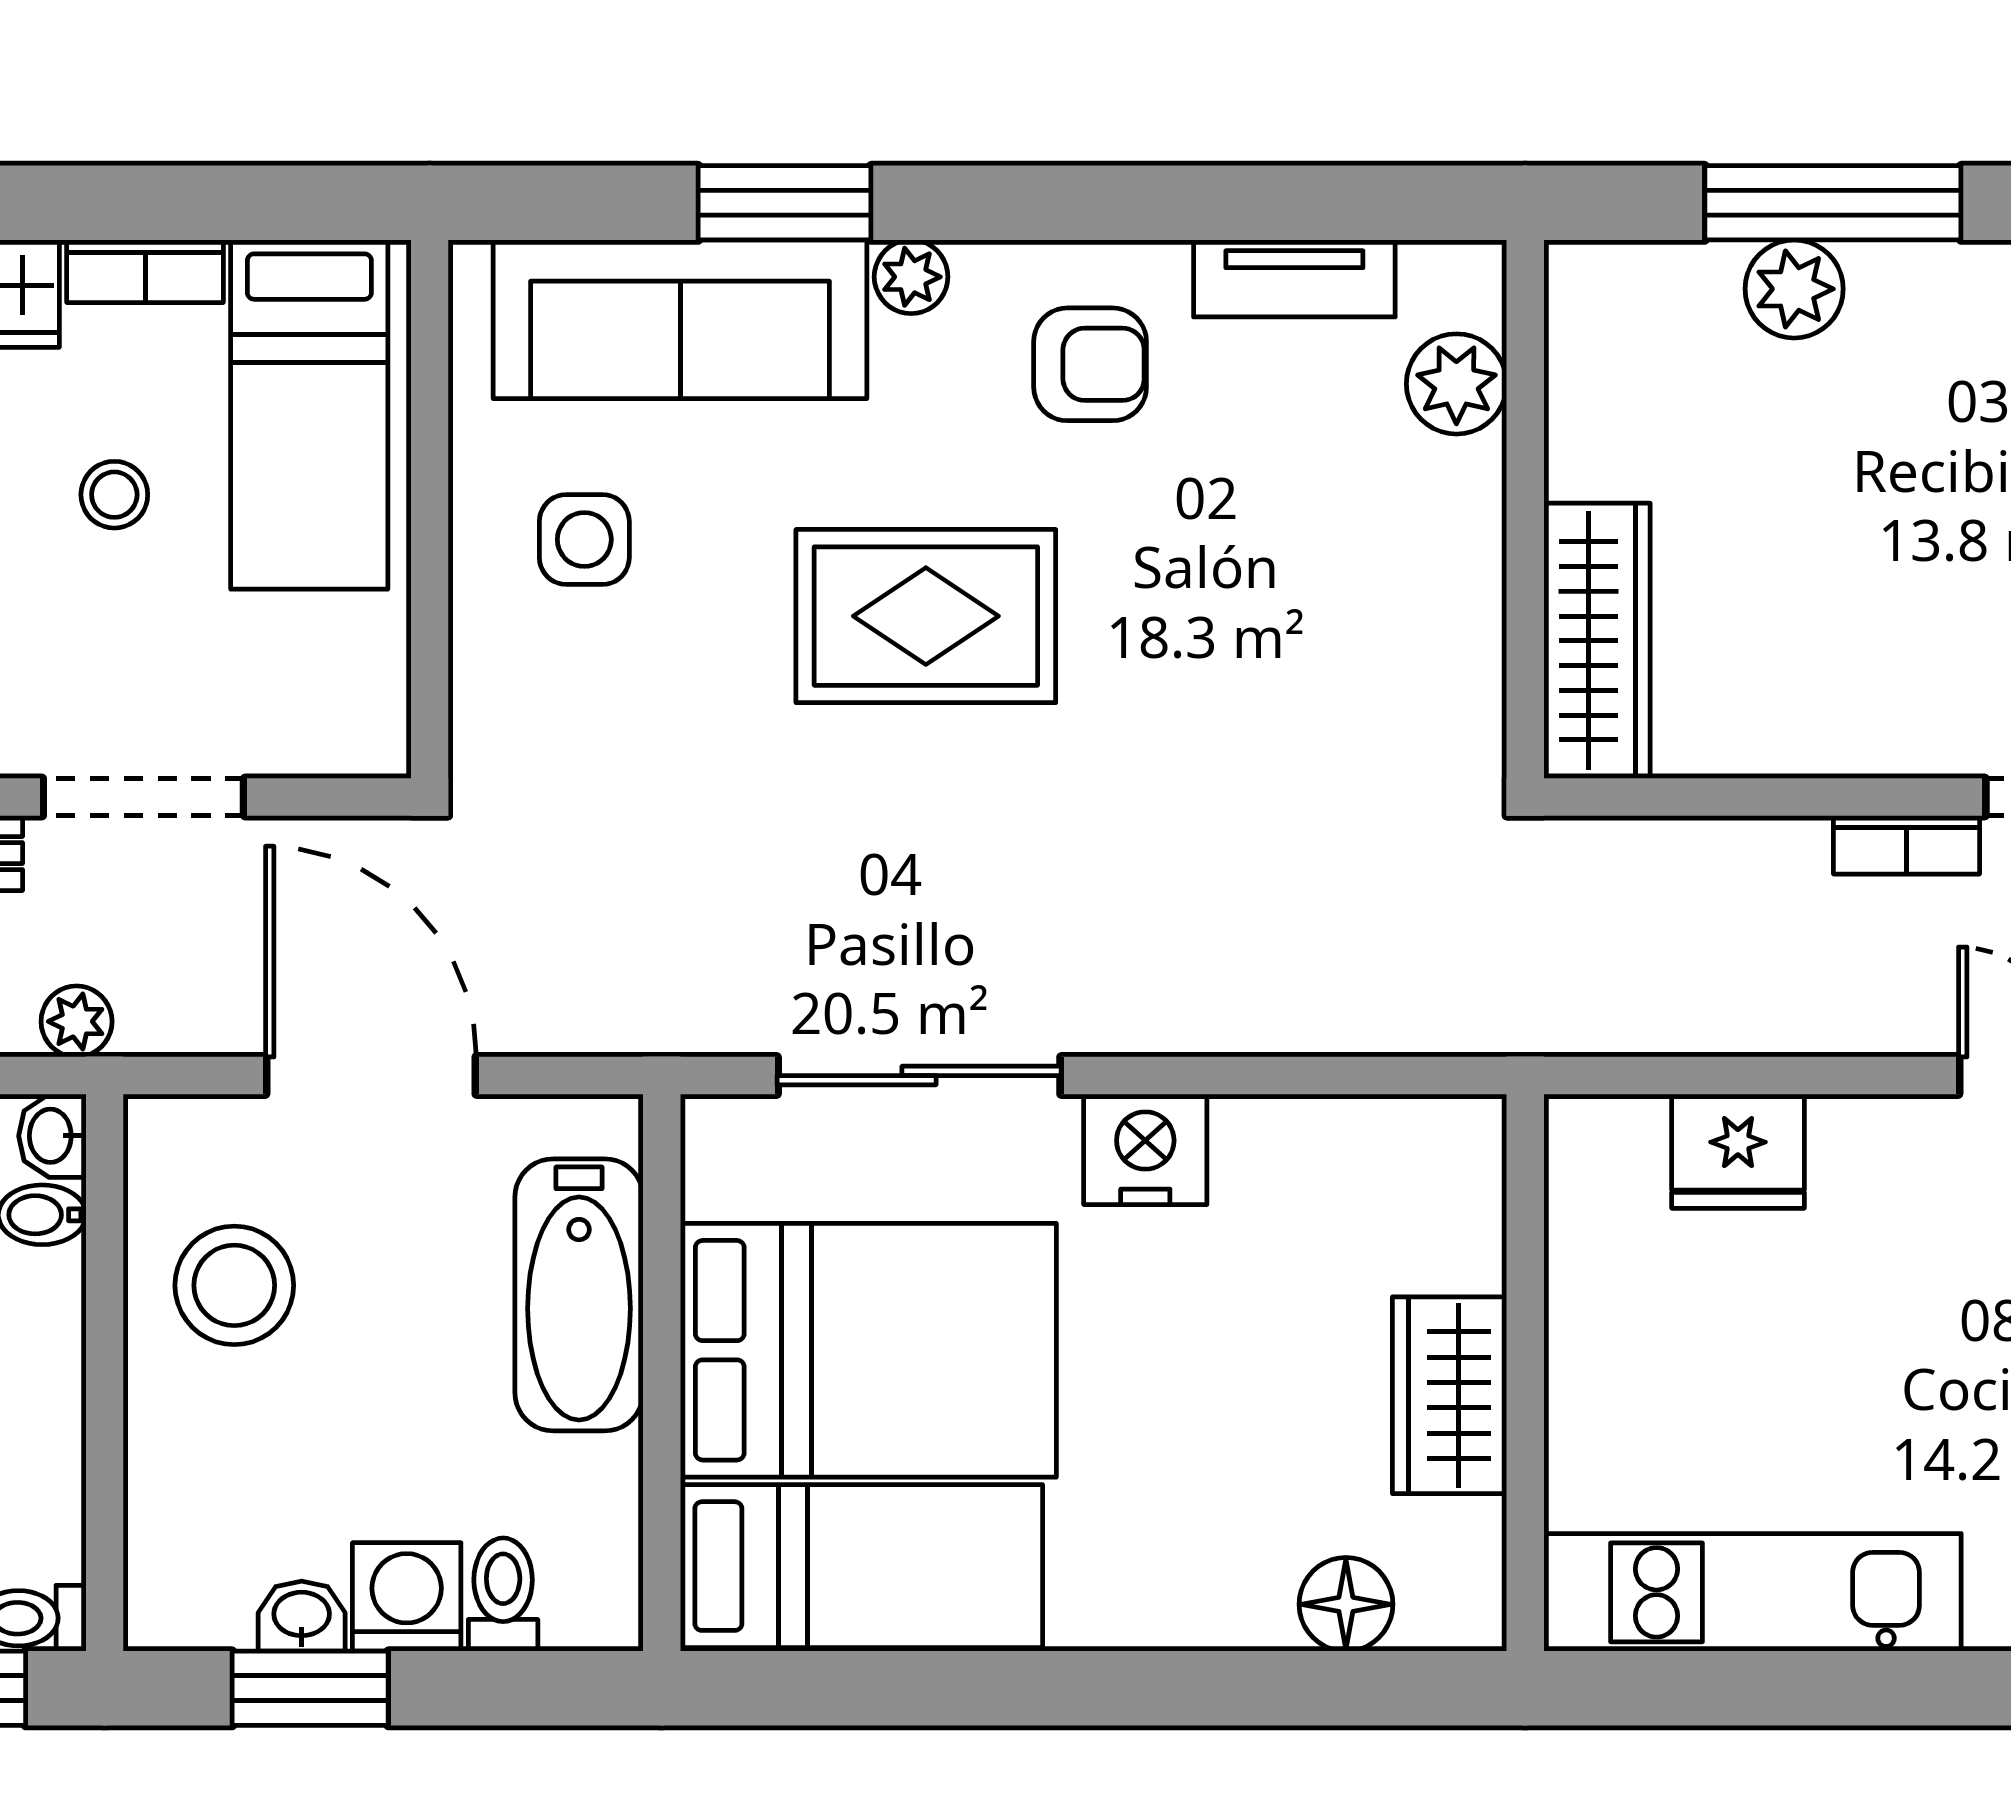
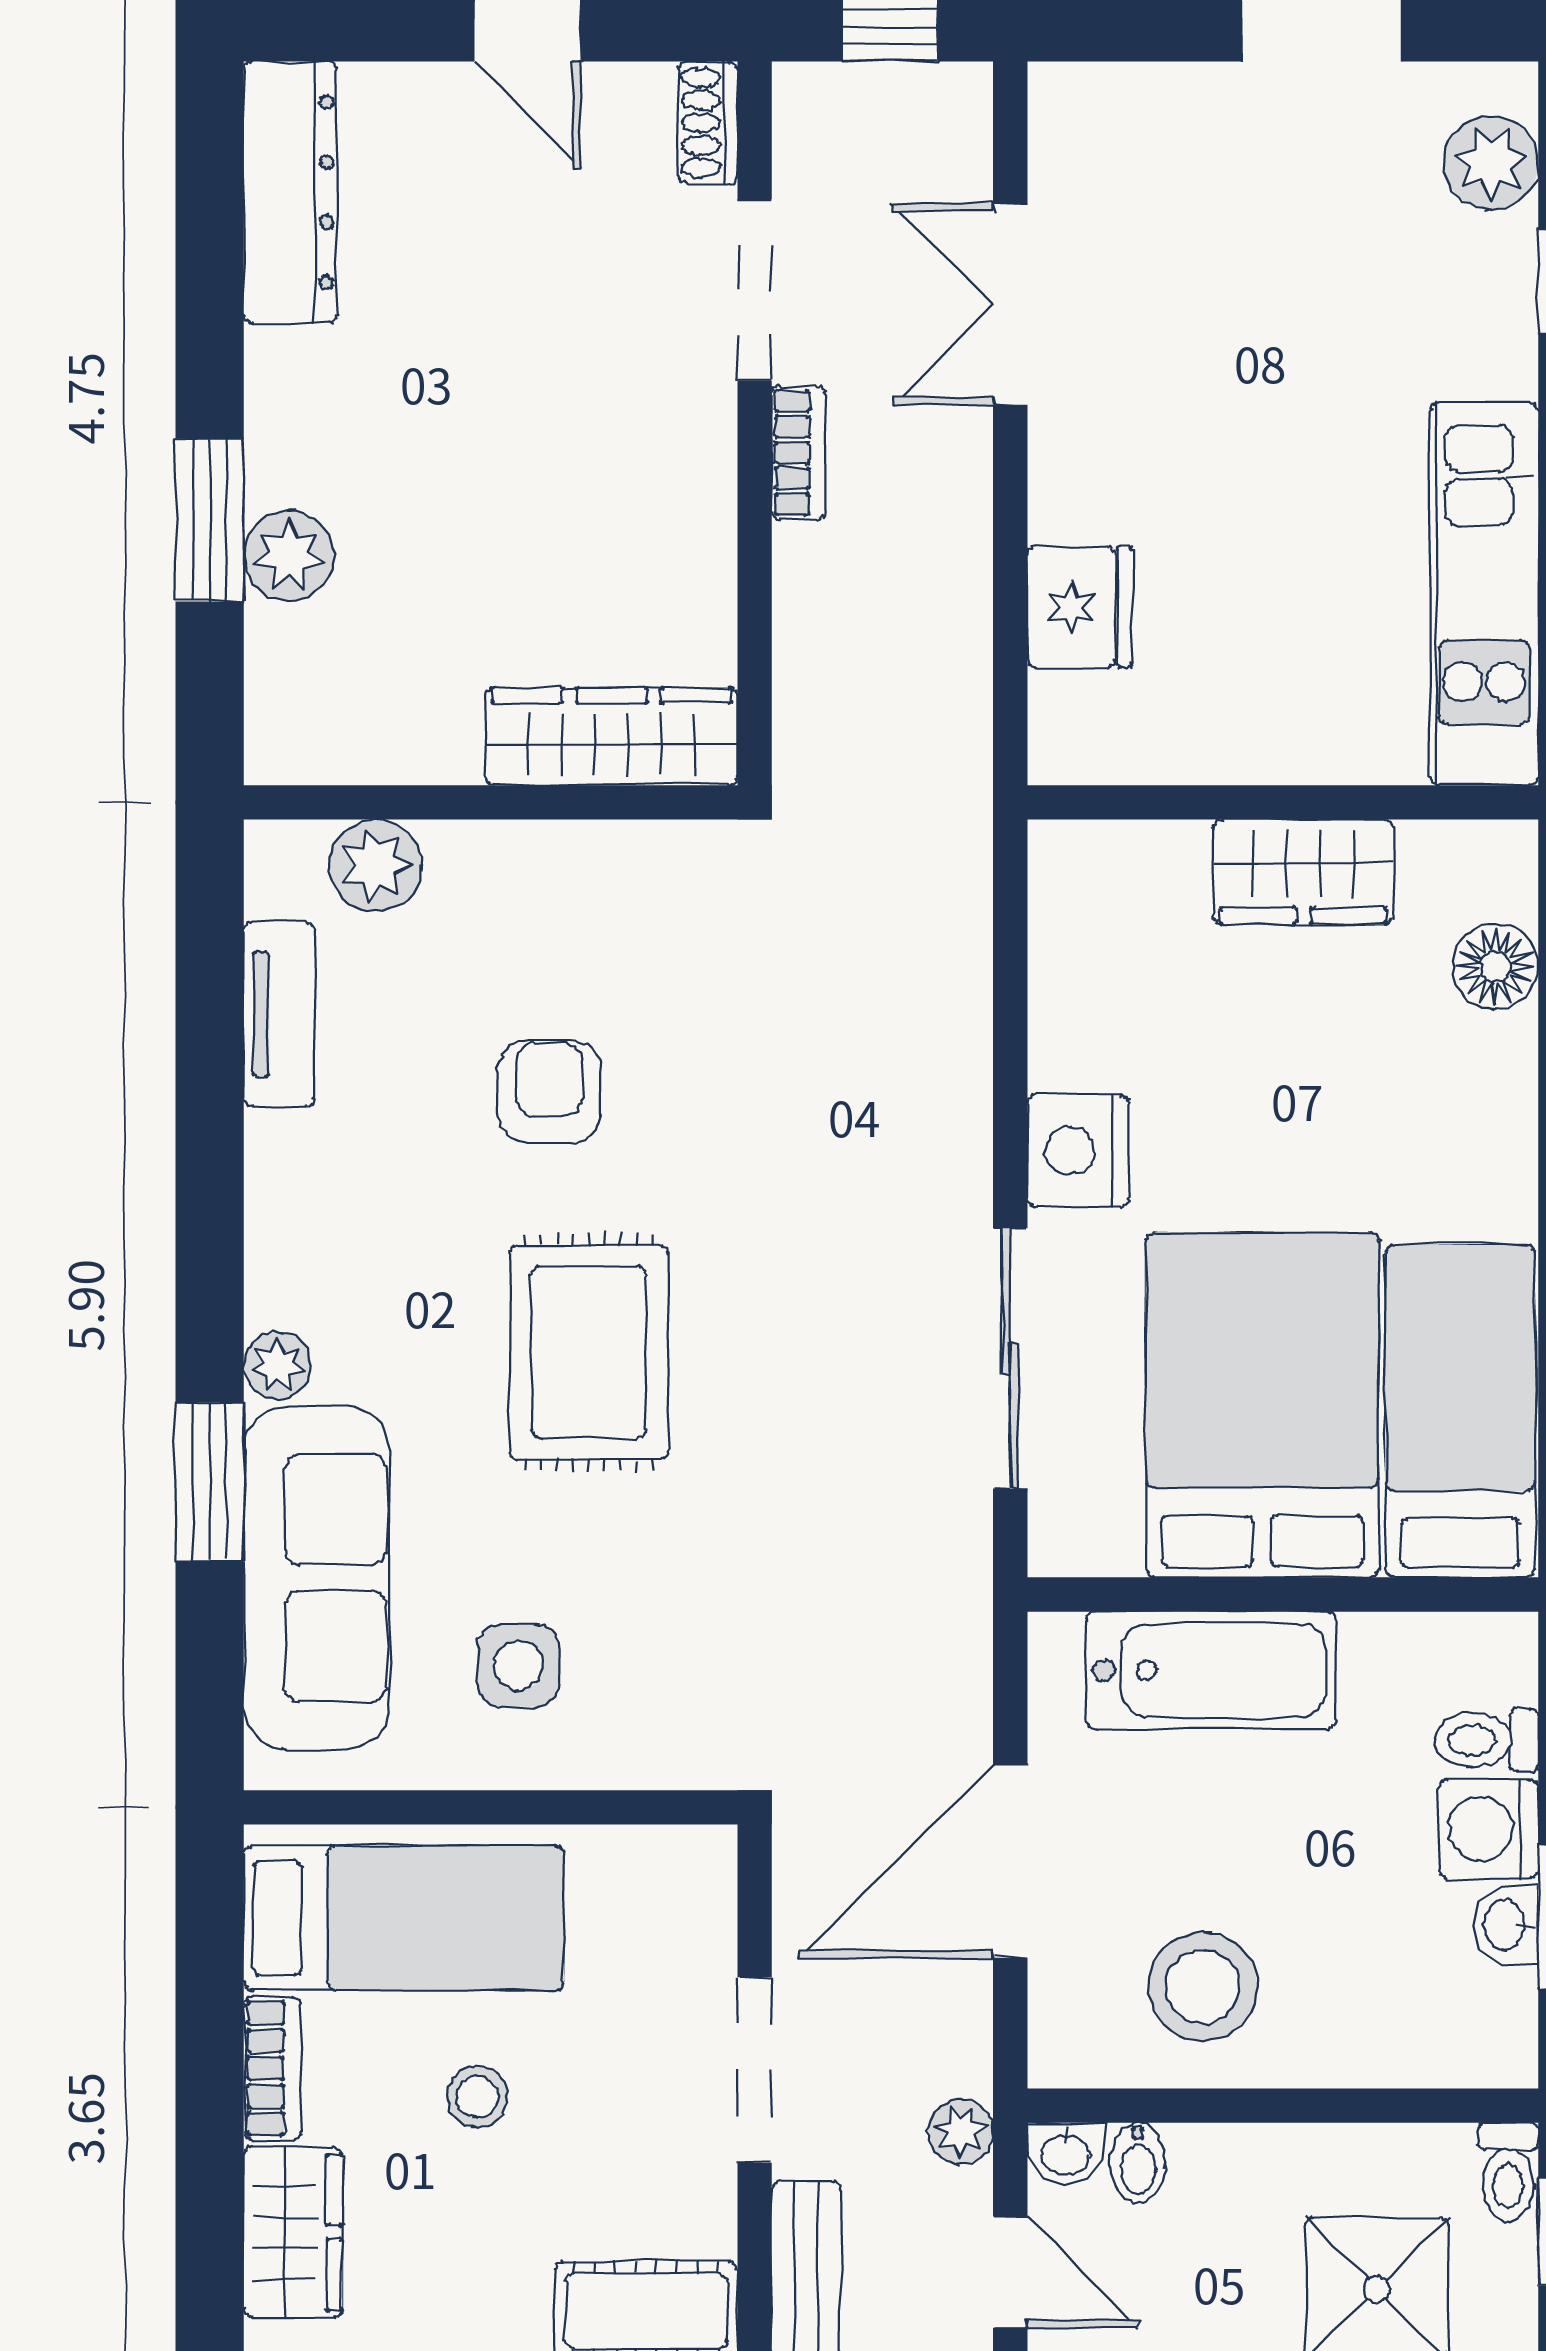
window: (1833, 203) -> (210, 520), width x0.69
armchair: (1090, 364) -> (549, 1092), moved

